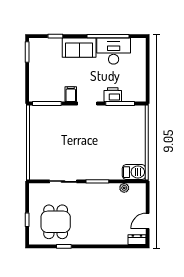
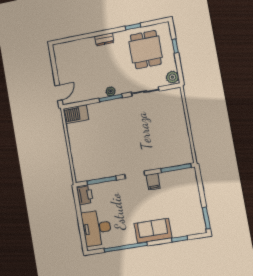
desk: (114, 51) -> (97, 228), moved, turned 90
printer: (113, 95) -> (85, 195), moved, turned -90
plant: (124, 188) -> (111, 91), moved
plant: (35, 190) -> (172, 77), added
door: (148, 221) -> (59, 93), moved
dresser: (137, 240) -> (104, 39), moved

